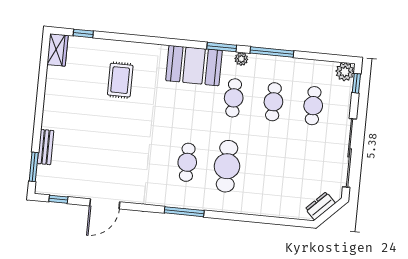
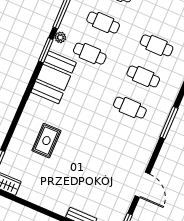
rug: (120, 80) -> (46, 141), turned 90
cafe table: (227, 166) -> (143, 76), width x0.73, depth x0.74
cafe table: (267, 170) -> (157, 45), added

